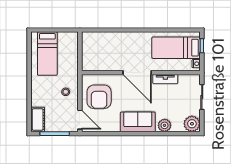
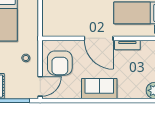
door: (80, 120) -> (40, 86), hinge flipped
plant: (165, 125) -> (127, 92), removed

